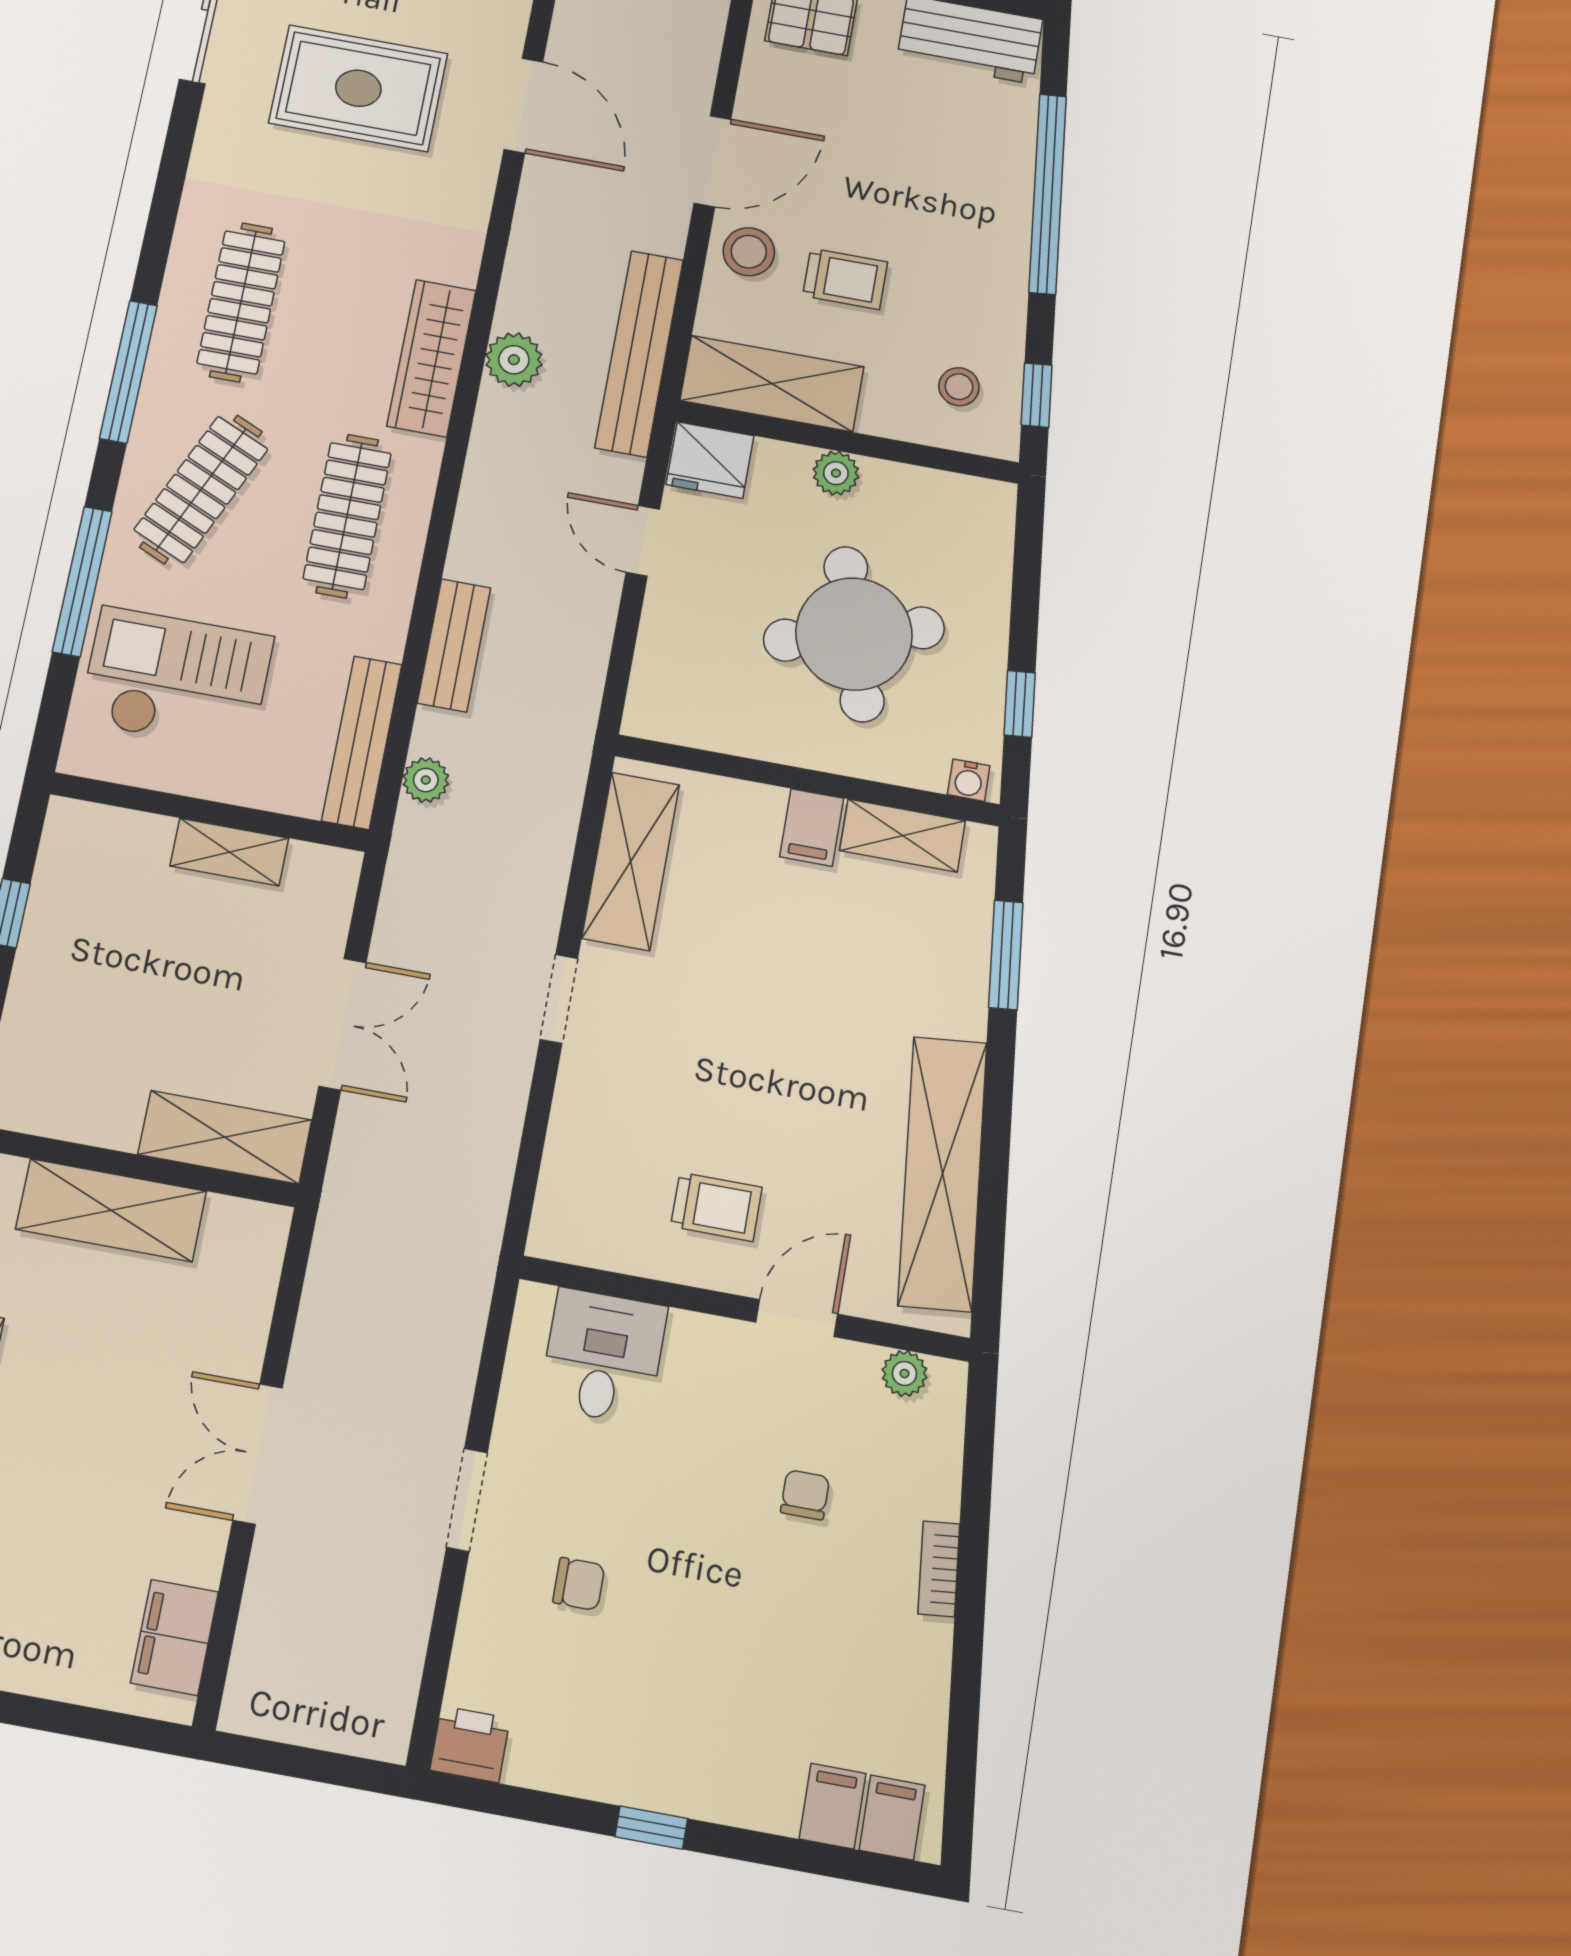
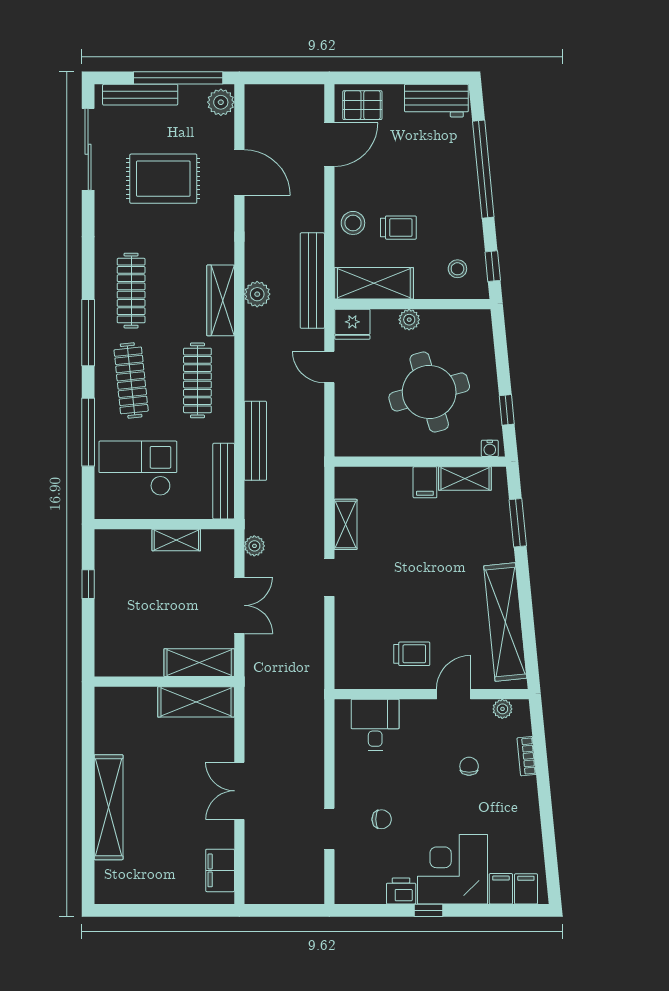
door: (712, 161) -> (329, 145), moved
clothes rail: (201, 489) -> (131, 380), turned -30
bench: (454, 645) -> (255, 441), width x1.36
plant: (426, 780) -> (254, 546), moved
shelving: (631, 861) -> (346, 524), width x0.67, depth x0.75
shelving: (111, 1210) -> (196, 702), moved
doorway: (467, 1500) -> (329, 829), moved
bookcase: (939, 1569) -> (527, 756), moved
corner desk: (725, 1737) -> (452, 869), added
printer: (470, 1744) -> (401, 891), moved

